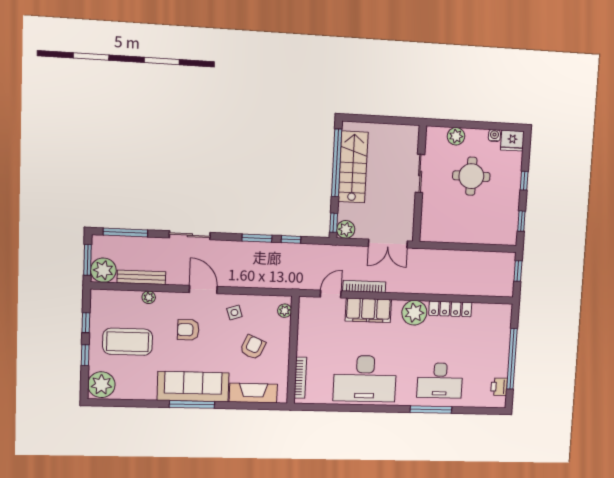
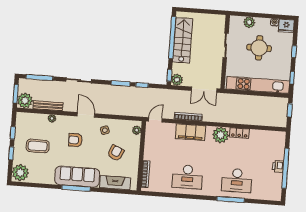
kitchen unit: (470, 234) -> (258, 85), added
door: (331, 294) -> (155, 120), moved
locker: (450, 309) -> (239, 133), width x0.66
coffee table: (128, 342) -> (38, 146), width x0.73, depth x0.76
desk: (365, 379) -> (187, 177), width x0.73, depth x0.77
printer: (499, 387) -> (278, 166), moved

